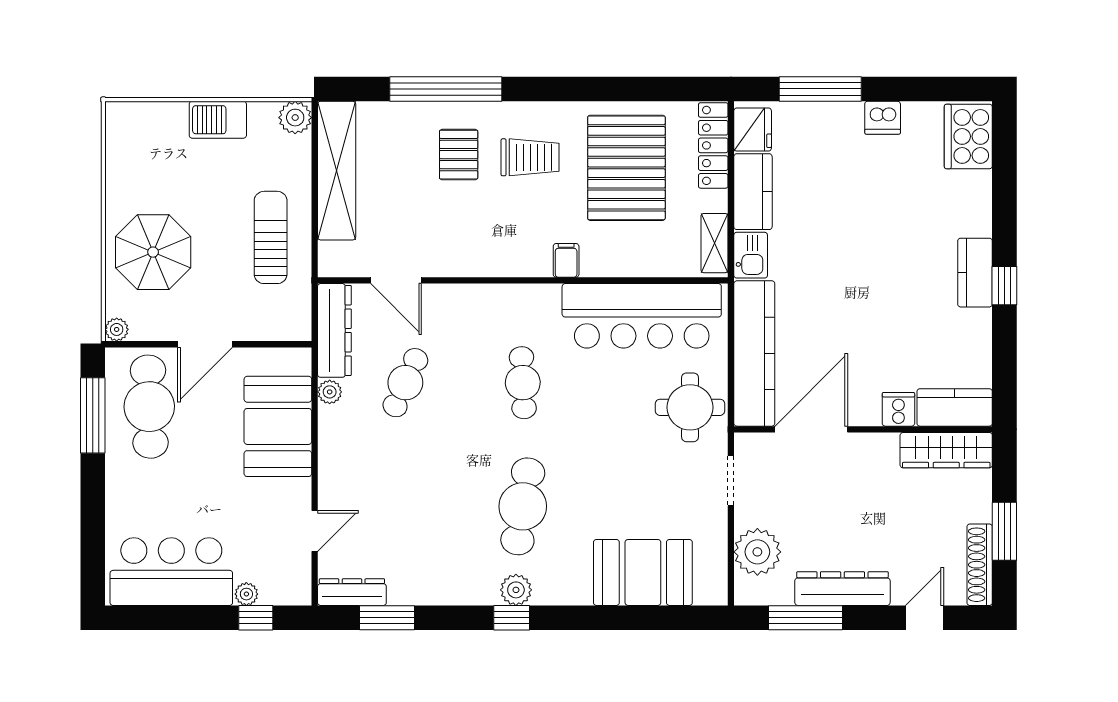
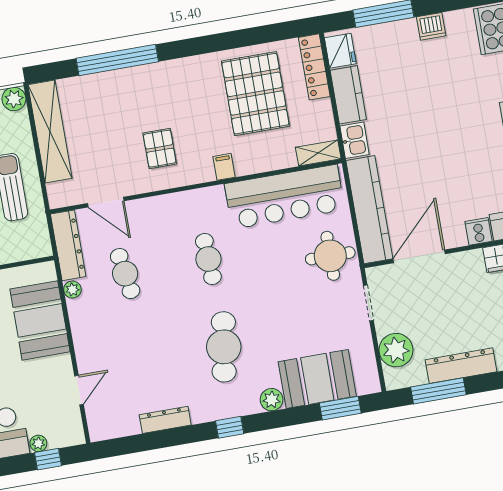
pallet: (459, 155) -> (160, 149), moved
trolley: (530, 157) -> (186, 98), removed
shelving: (714, 243) -> (318, 153), moved, turned 90
cafe table: (405, 383) -> (125, 274), turned -33
plant: (516, 590) -> (272, 400), moved
dresser: (352, 592) -> (165, 420), moved
window: (387, 618) -> (340, 408), moved

